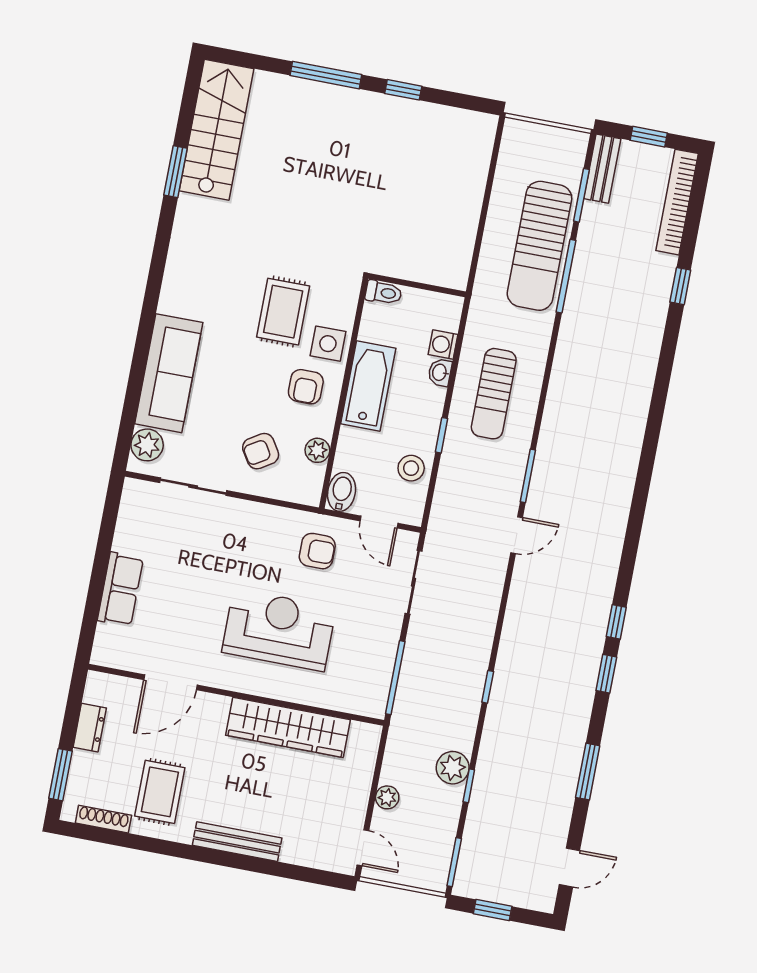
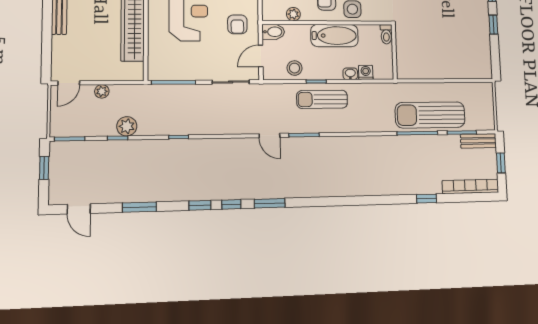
sun lounger: (494, 394) -> (322, 99), moved
window: (628, 558) -> (270, 203), added

